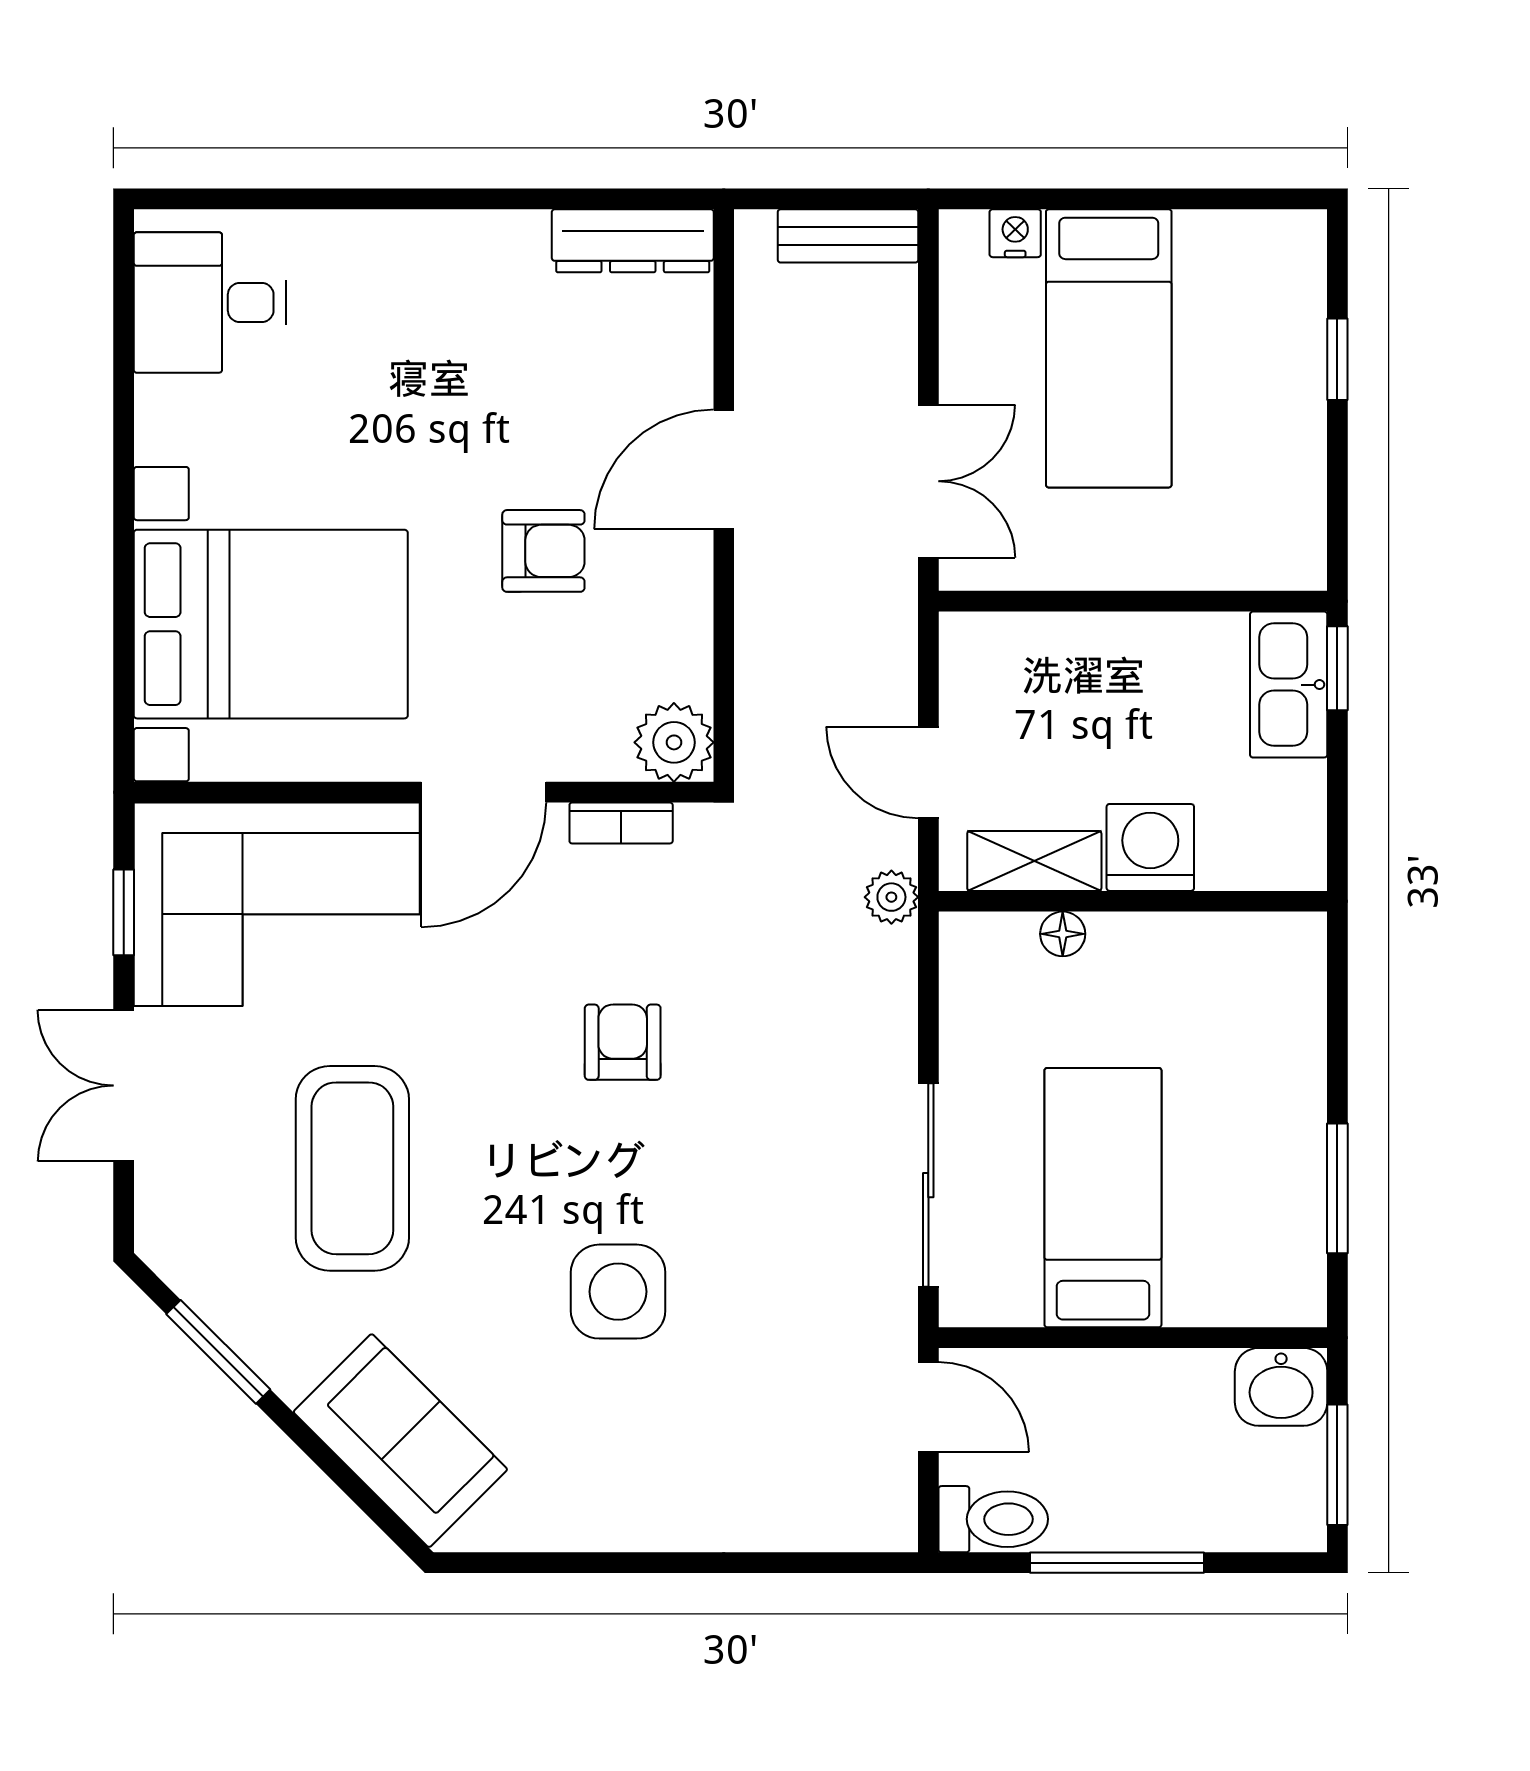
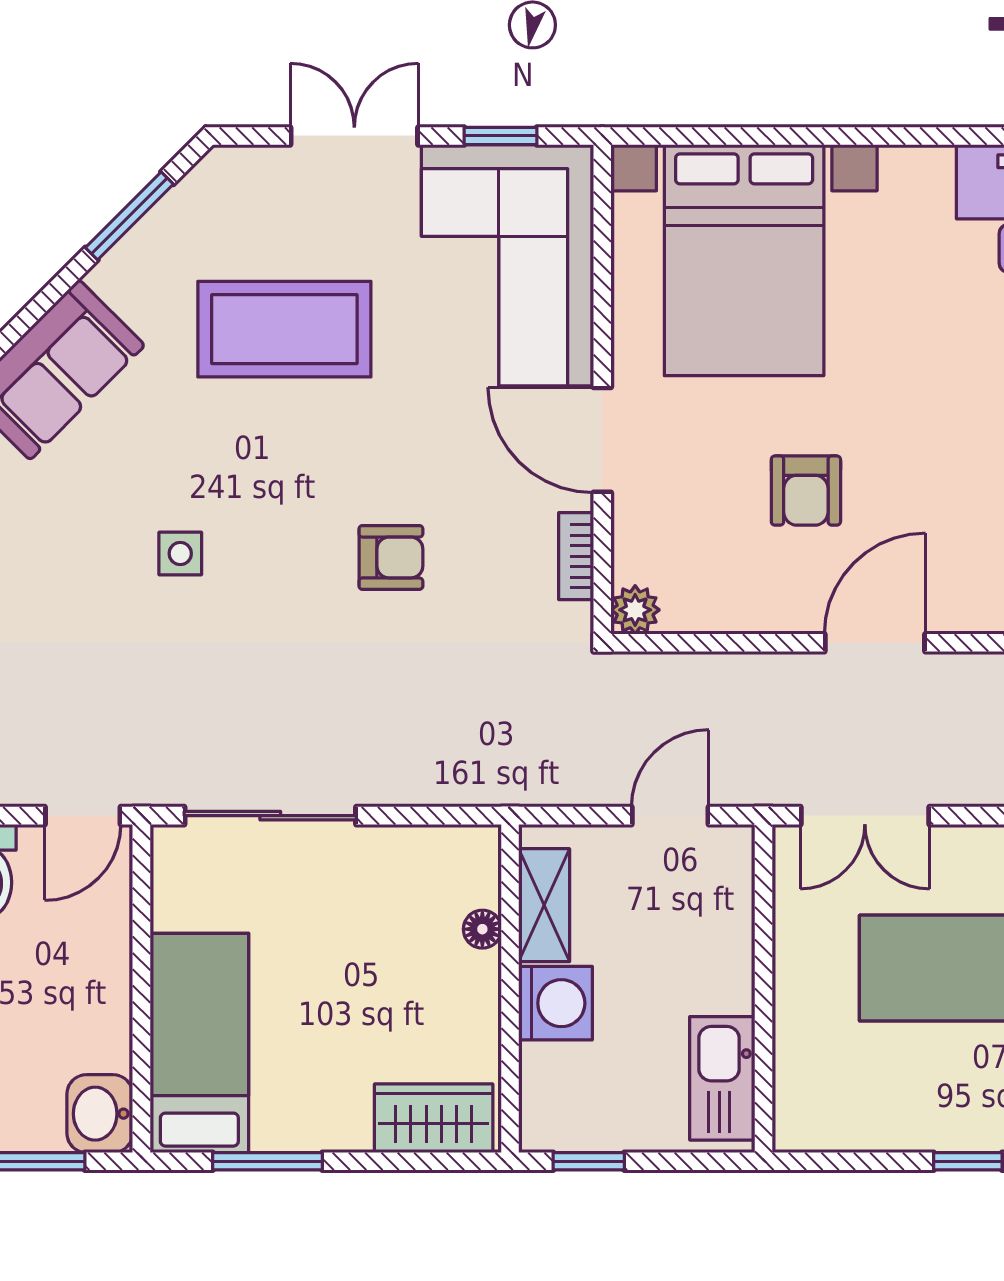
door: (724, 469) -> (875, 643), hinge flipped
window: (1337, 668) -> (589, 1161), moved
kitchen sink: (1289, 685) -> (722, 1078), moved, turned -90
plant: (674, 742) -> (635, 610), width x0.73, depth x0.73
door: (928, 772) -> (670, 816), moved
plant: (891, 897) -> (514, 784), removed
wardrobe: (1287, 992) -> (434, 1118), added
bed: (1103, 1198) -> (199, 1043), moved, turned -90
side table: (618, 1292) -> (180, 554), width x0.54, depth x0.54

